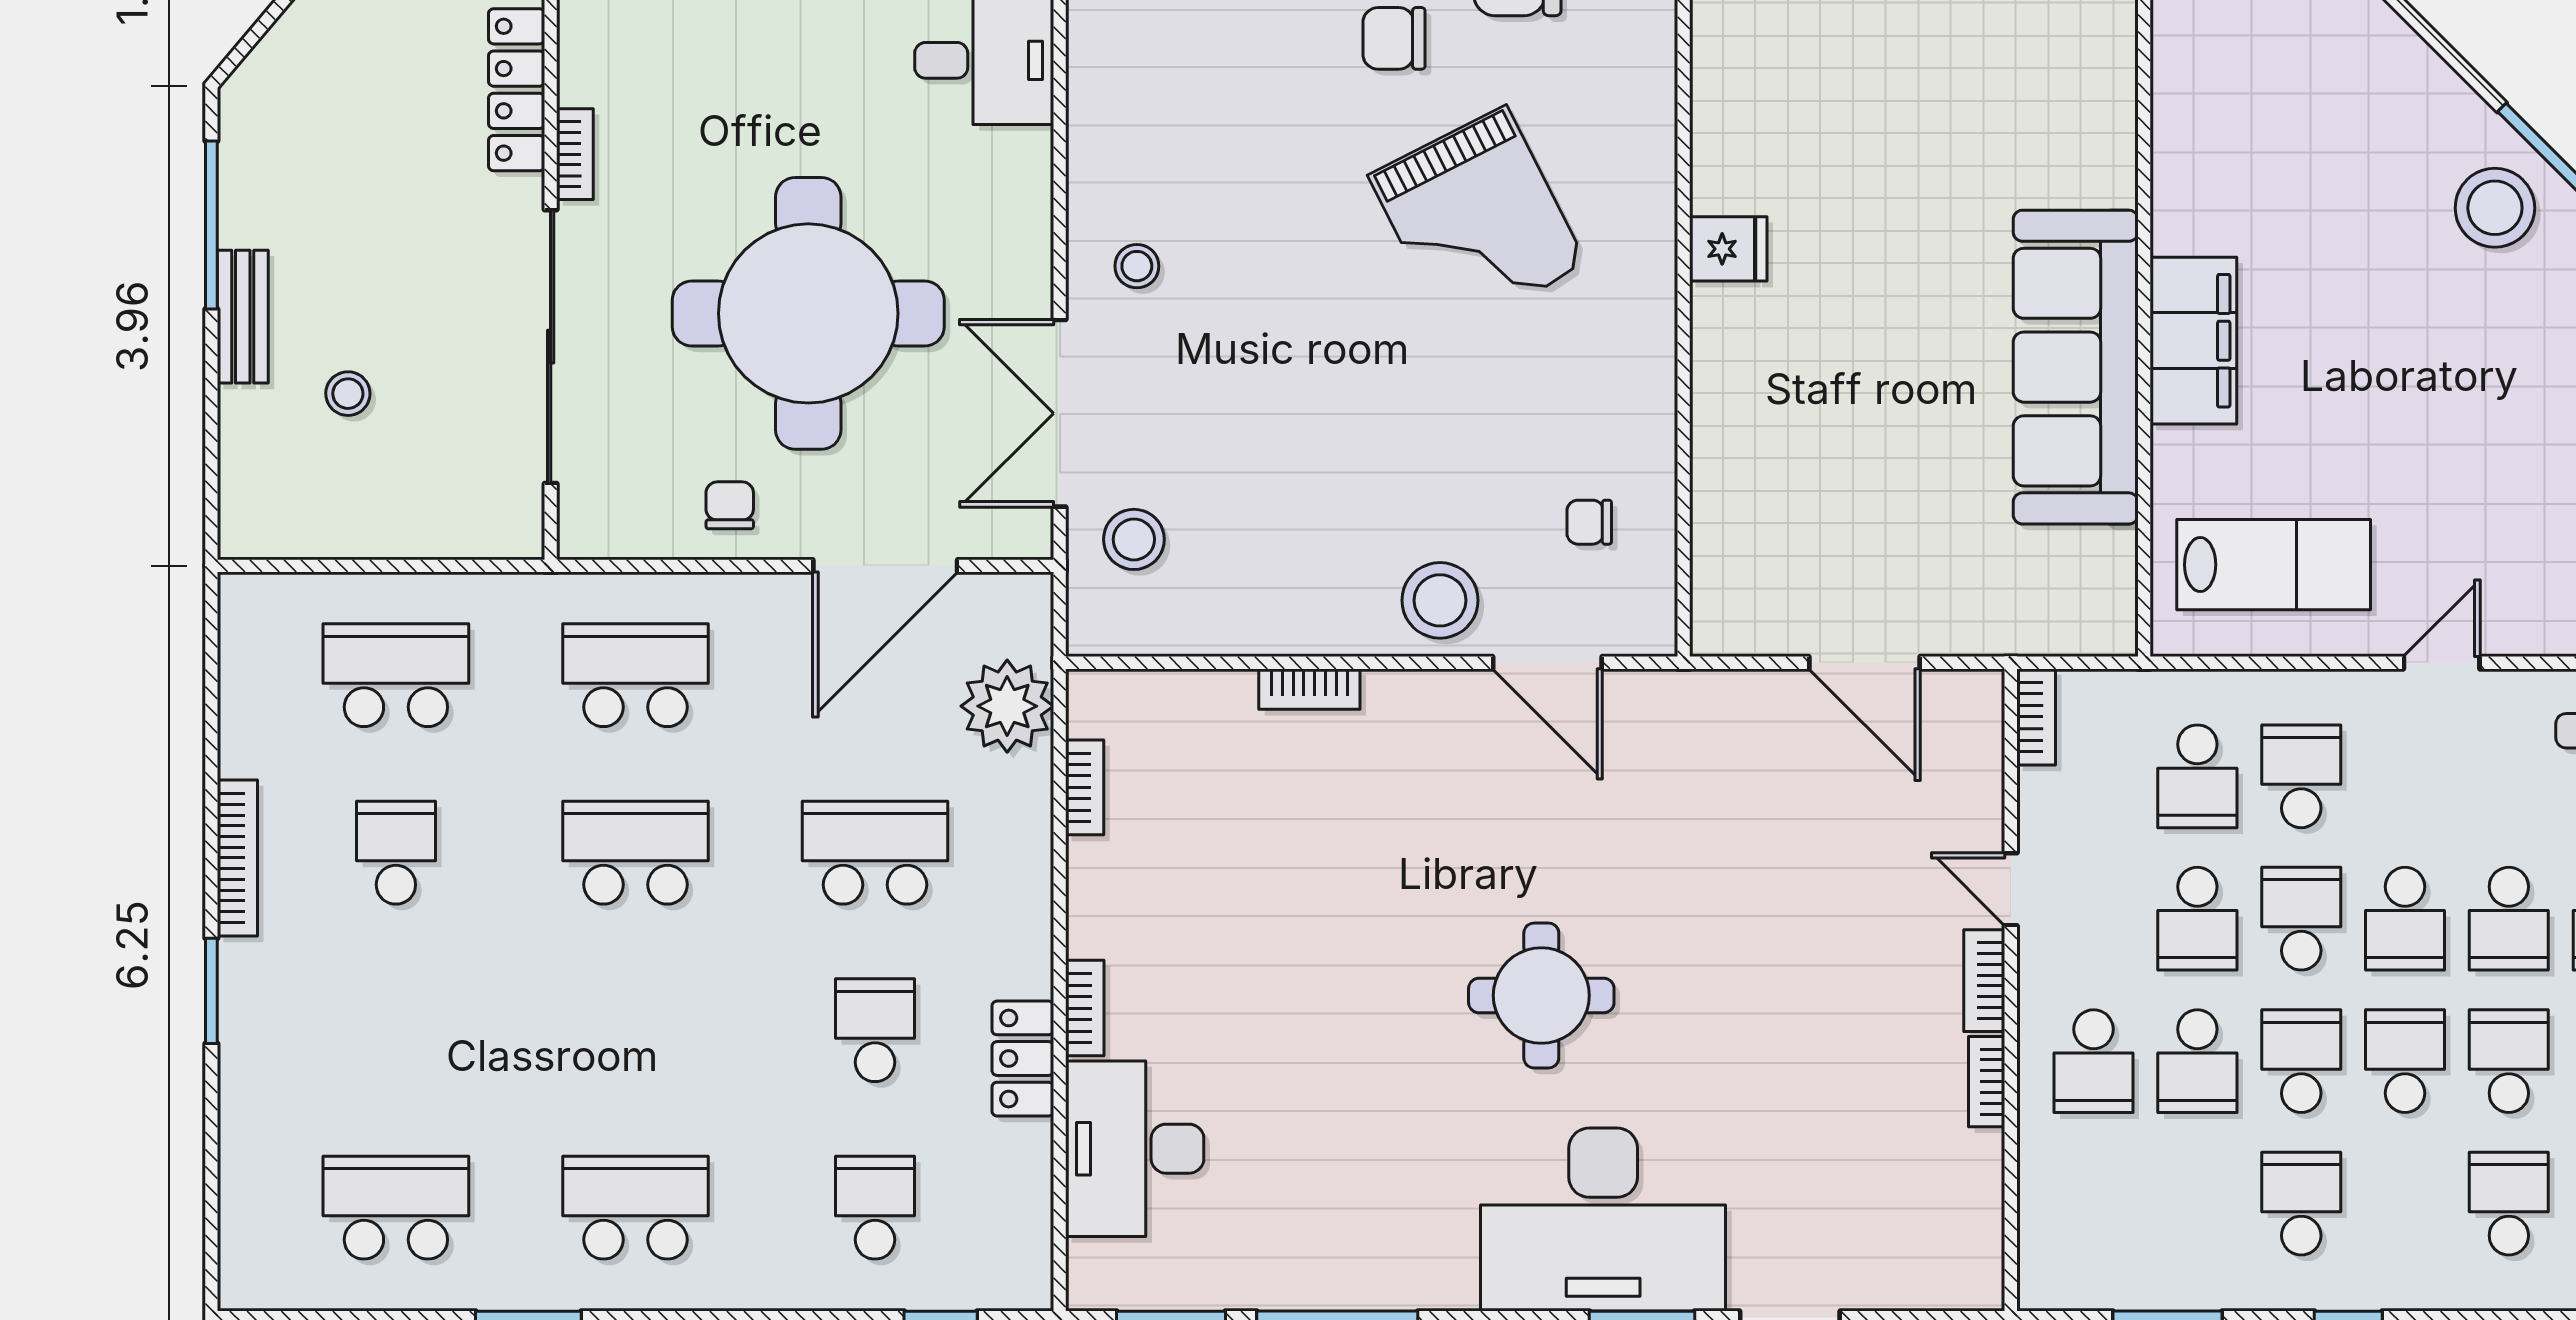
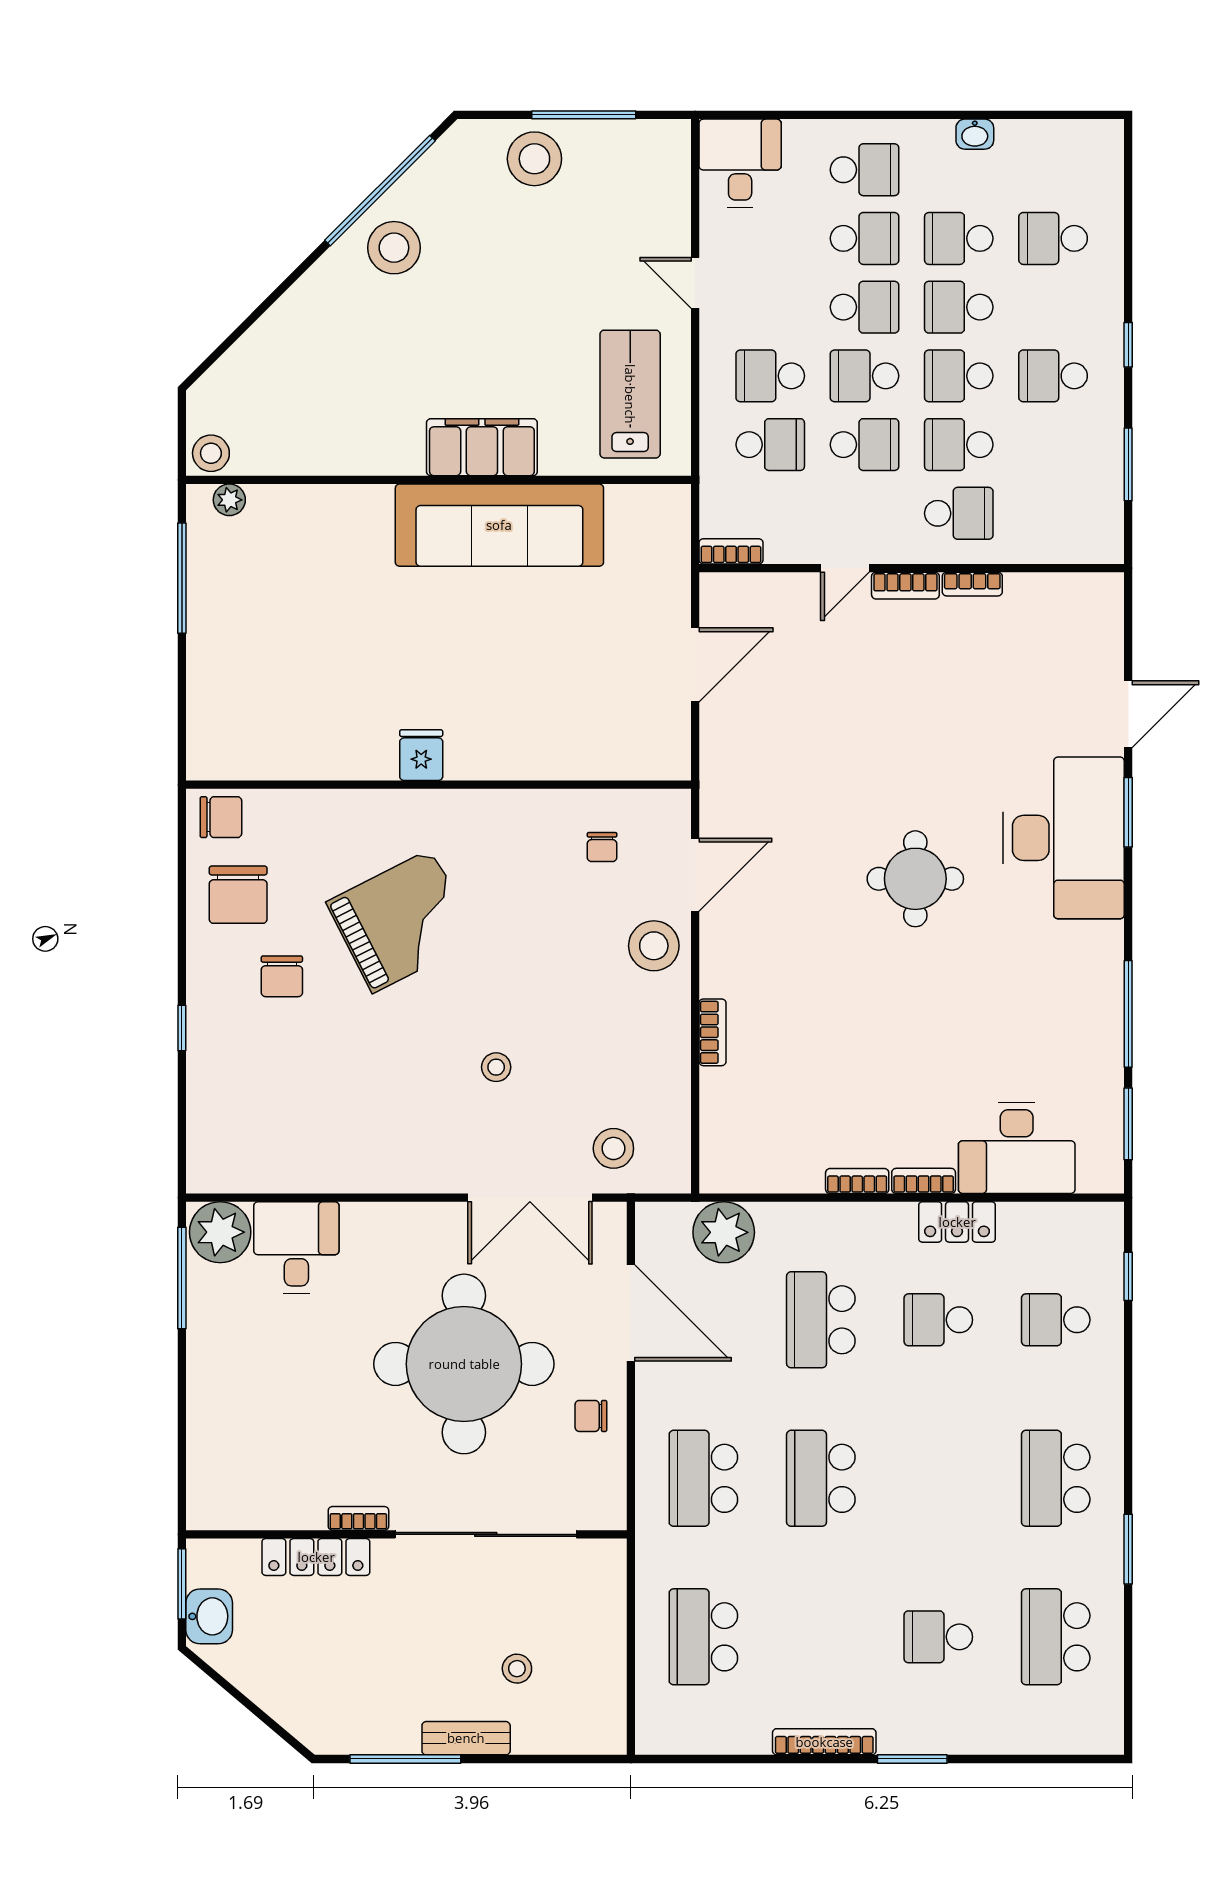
stool: (1137, 266) -> (496, 1067), moved
bookcase: (1085, 787) -> (857, 1181), moved
school desk: (396, 853) -> (938, 1637), moved
school desk: (2197, 1061) -> (959, 445), turned 180

